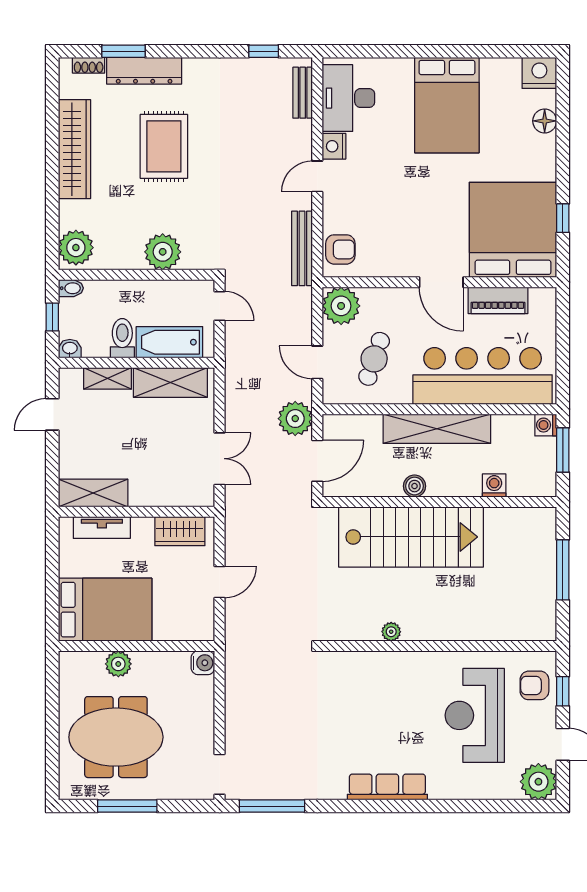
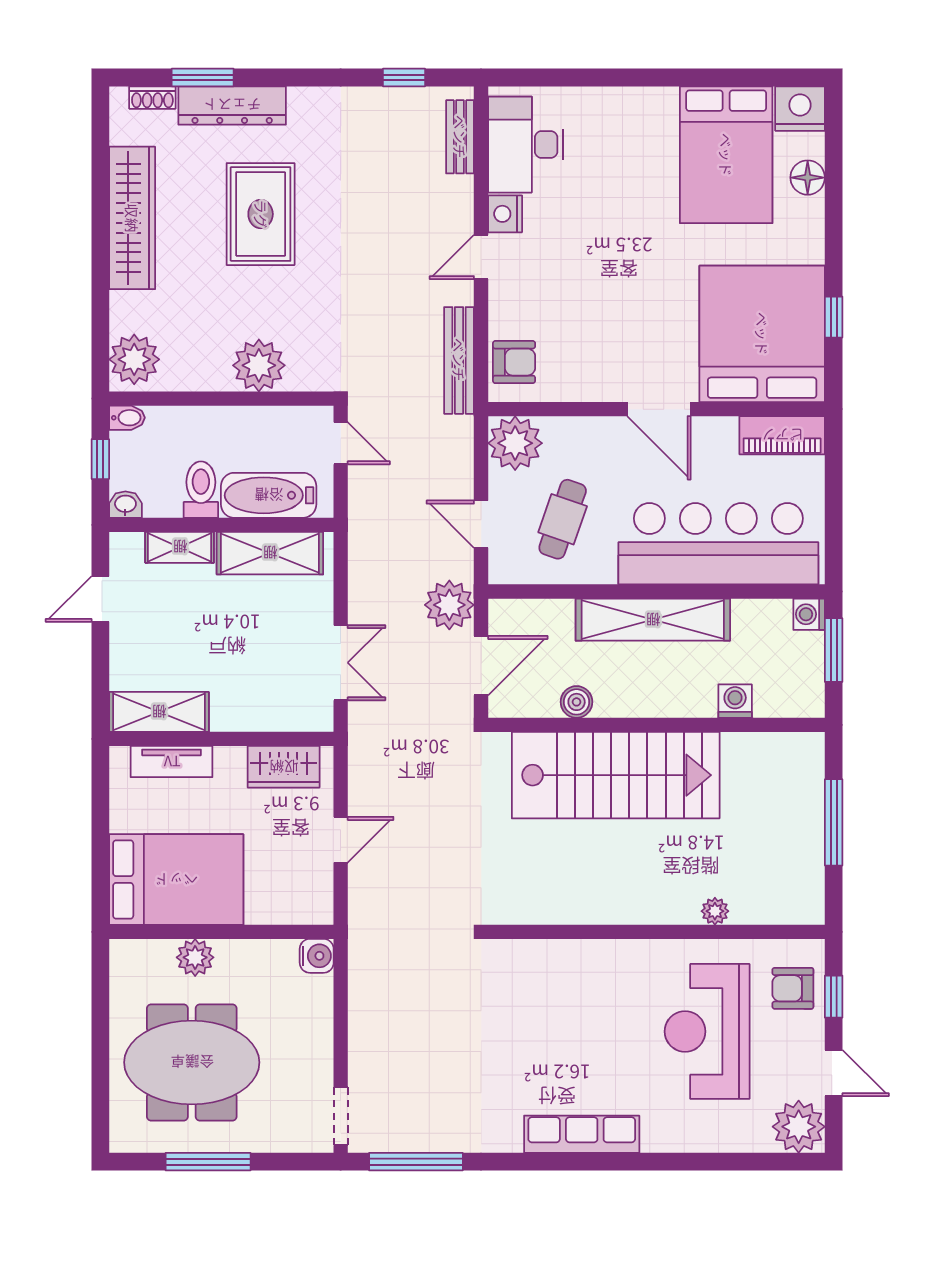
bed: (447, 105) -> (726, 155), moved
piano: (498, 300) -> (782, 435), moved
boiler: (414, 486) -> (577, 702), moved
plant: (391, 632) -> (715, 911), moved

